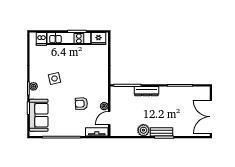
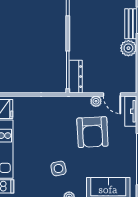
dresser: (146, 91) -> (76, 77), moved
armchair: (81, 104) -> (92, 132), width x1.88, depth x1.88

